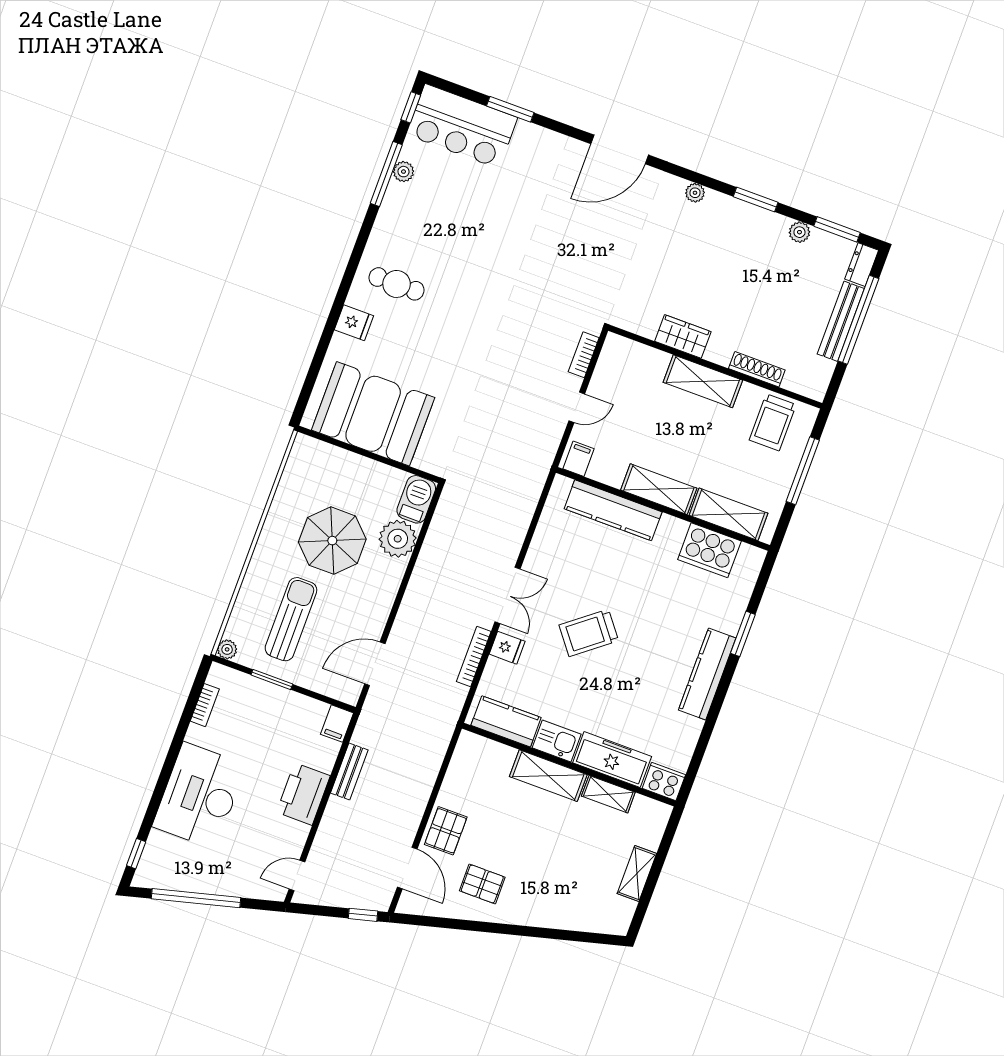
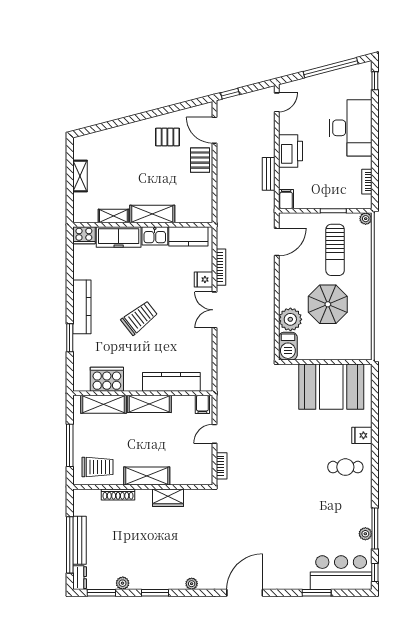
trolley: (773, 422) -> (97, 467), turned 90
trolley: (589, 633) -> (139, 318), moved

